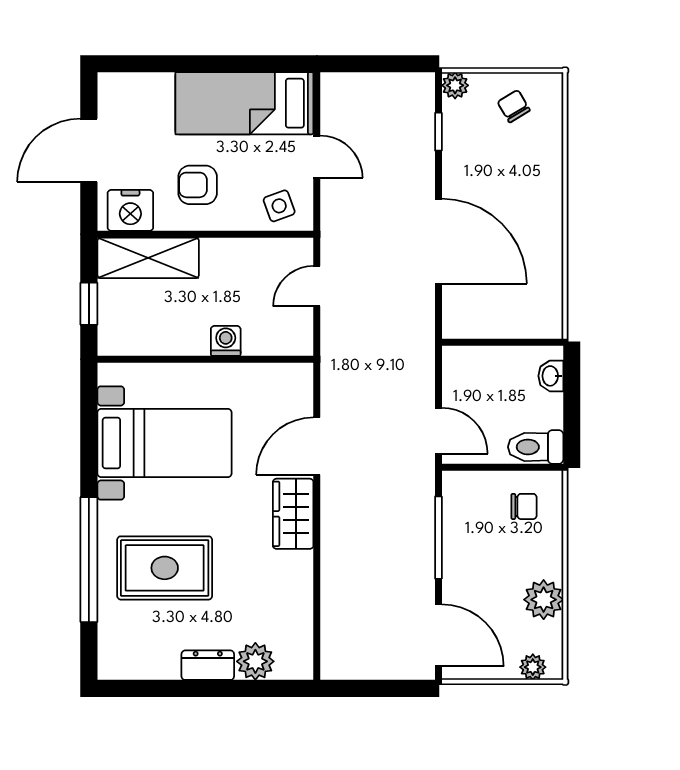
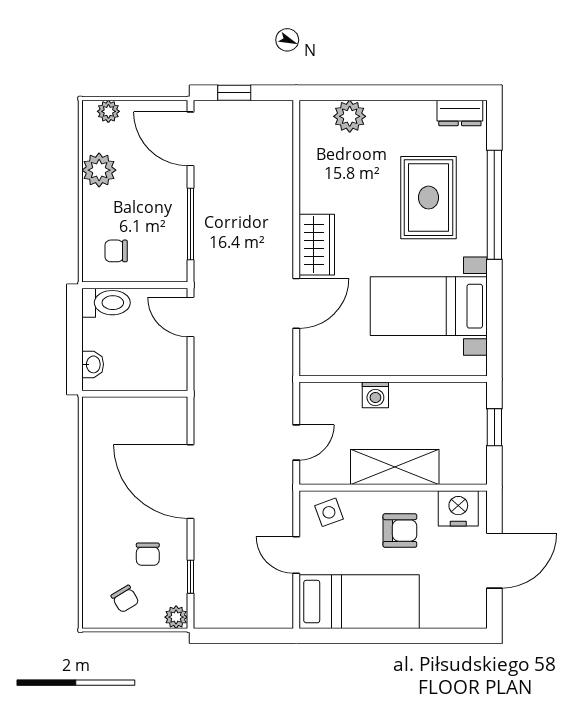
chair: (488, 158) -> (148, 554), added
shelving: (148, 258) -> (395, 467), moved
rug: (165, 568) -> (429, 198), turned 90
dresser: (208, 665) -> (460, 113), moved
window: (388, 688) -> (234, 93), added

